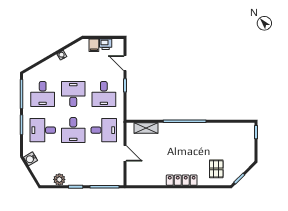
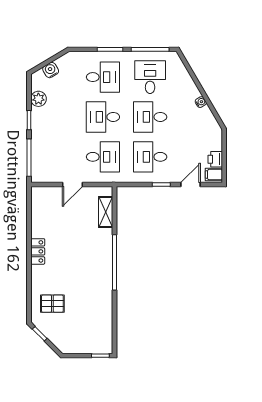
filing cabinet: (94, 45) -> (214, 175), moved
desk: (43, 94) -> (150, 77), turned 90
desk: (73, 94) -> (150, 117), turned 180
desk: (43, 130) -> (103, 77), turned 90
desk: (104, 130) -> (103, 157), turned -90
water cooler: (31, 159) -> (51, 70), moved
locker: (182, 180) -> (38, 251), width x0.66

